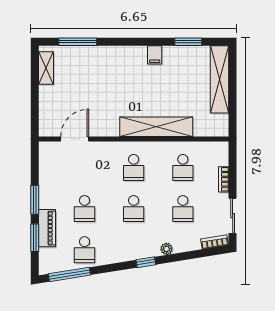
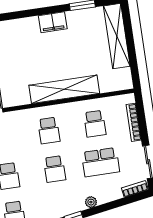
filing cabinet: (155, 55) -> (53, 22), width x2.00
bookcase: (224, 179) -> (134, 122), width x1.56
school desk: (183, 209) -> (101, 162), width x1.85

